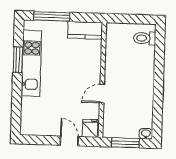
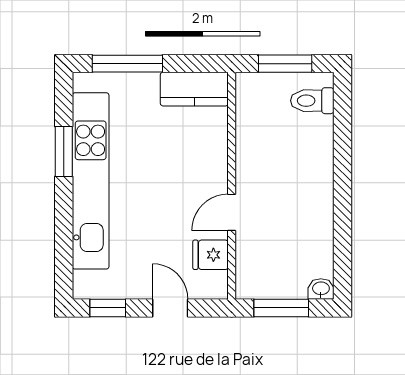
window: (132, 19) -> (285, 64), added
kitchen unit: (31, 63) -> (91, 181), width x1.36
fridge: (90, 128) -> (211, 255), moved, turned -90
window: (38, 140) -> (108, 308), added

